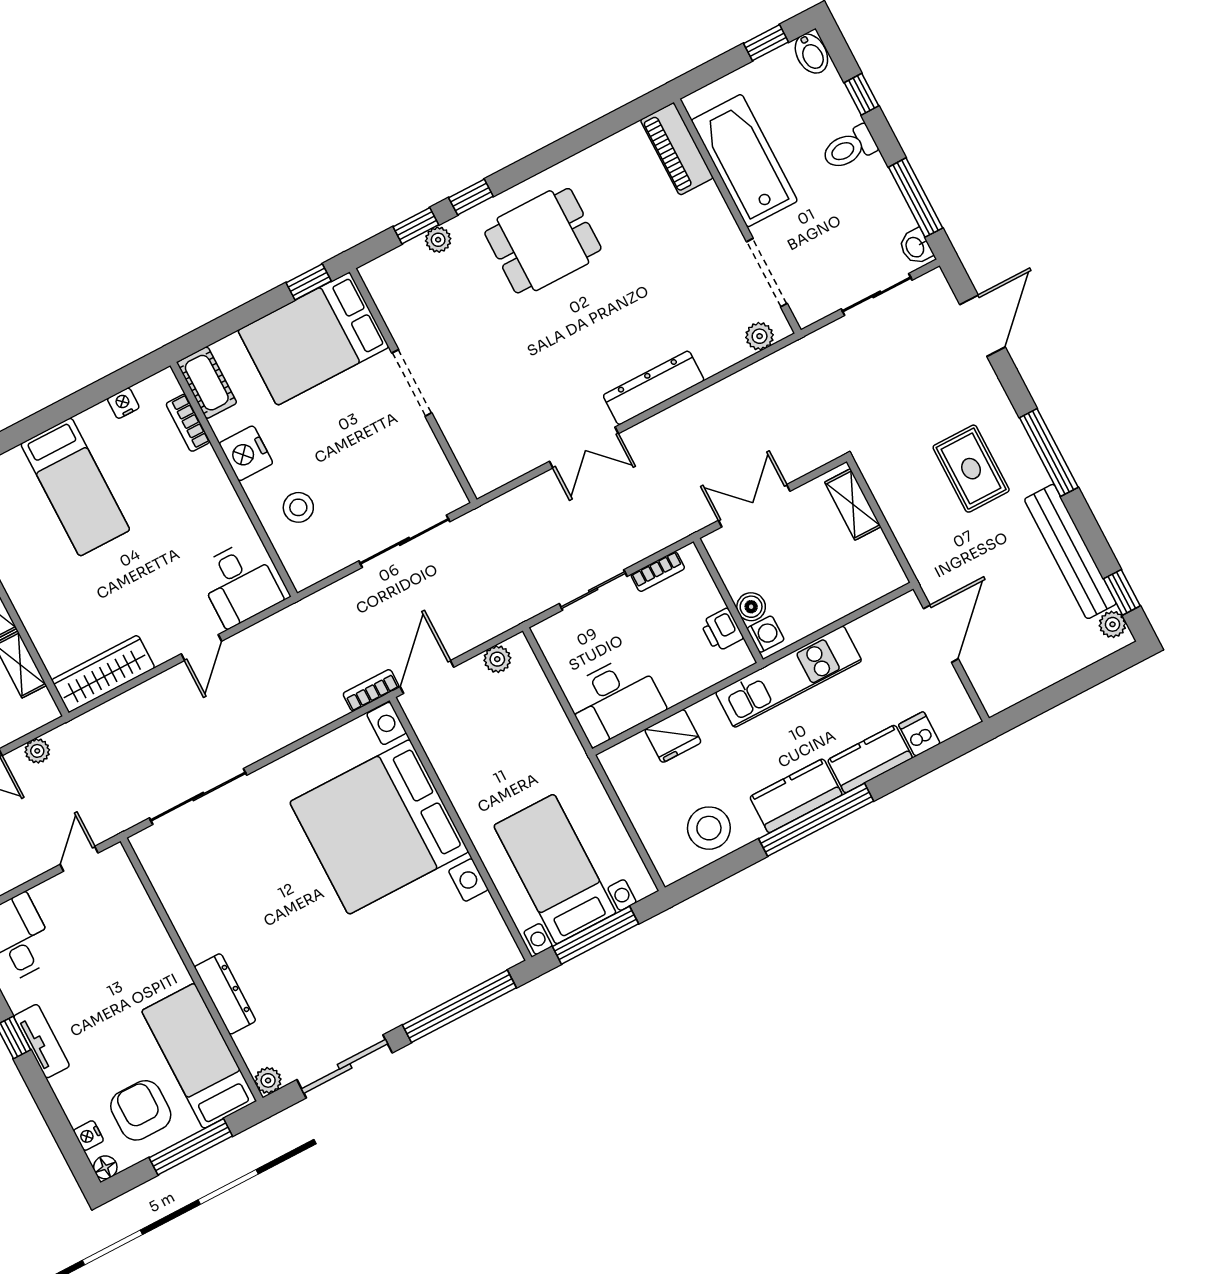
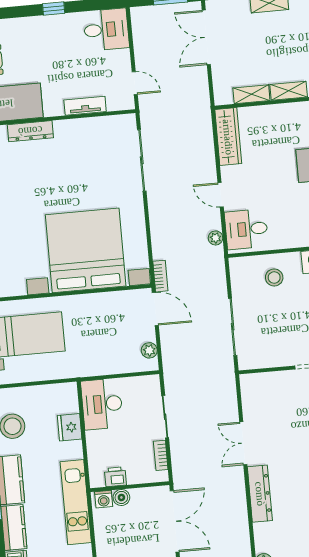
double door: (754, 506) -> (175, 521), width x1.37
plant: (37, 751) -> (216, 238), moved
tv unit: (42, 1041) -> (85, 106), moved, turned 180

